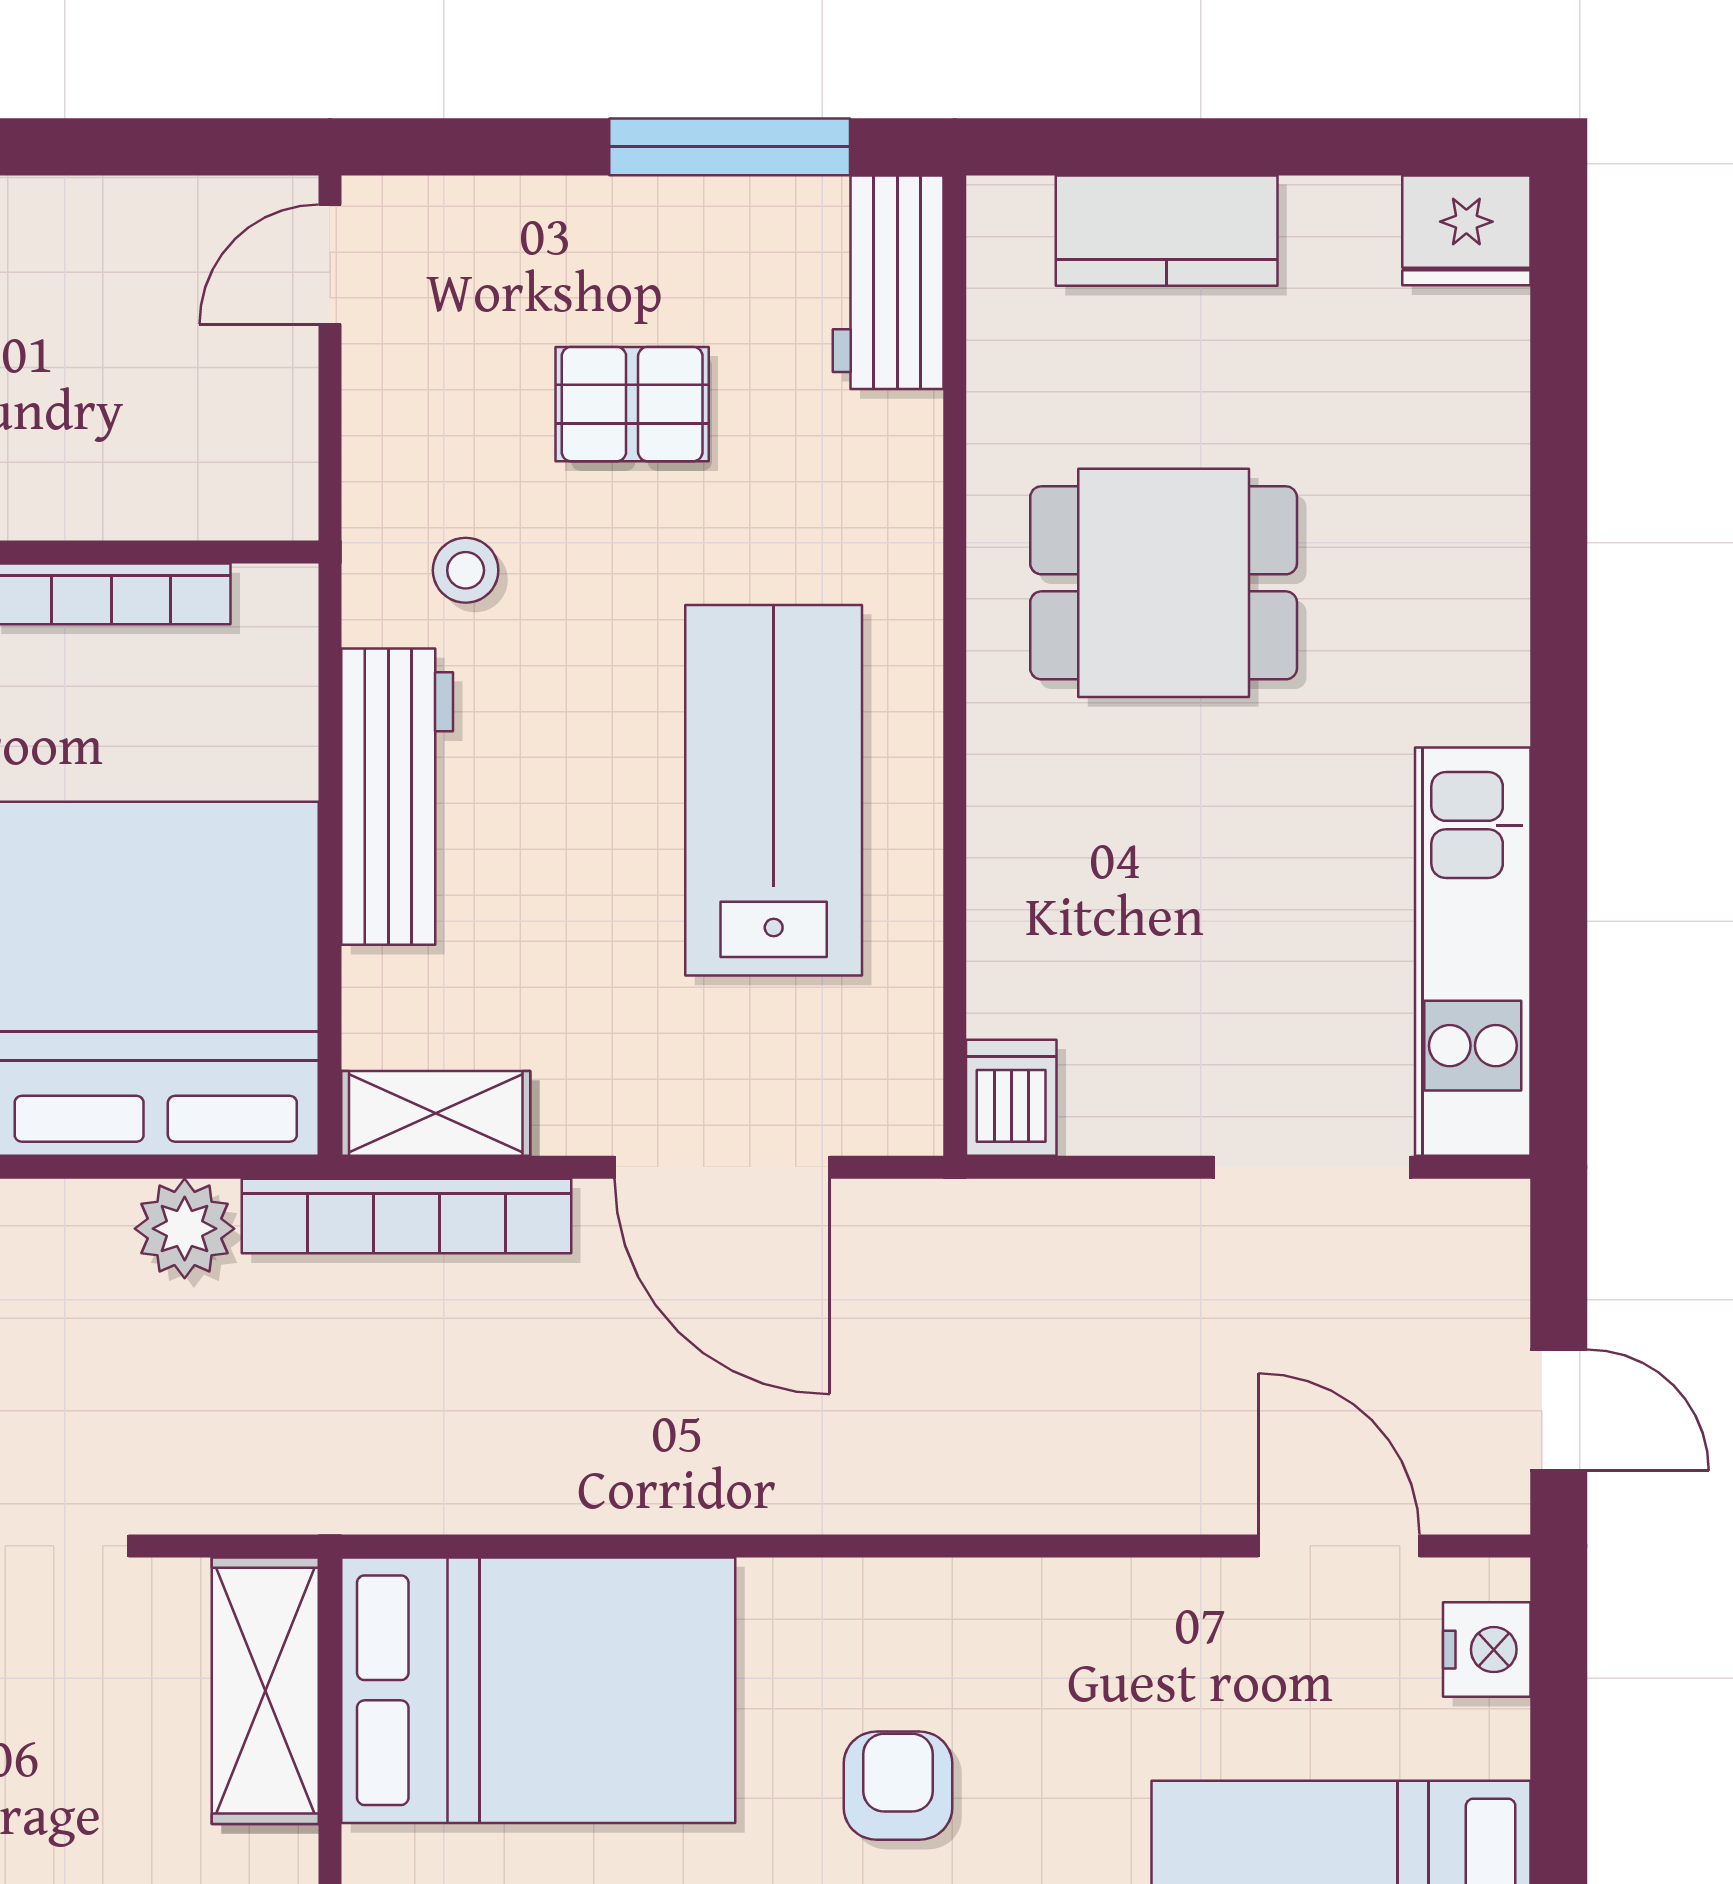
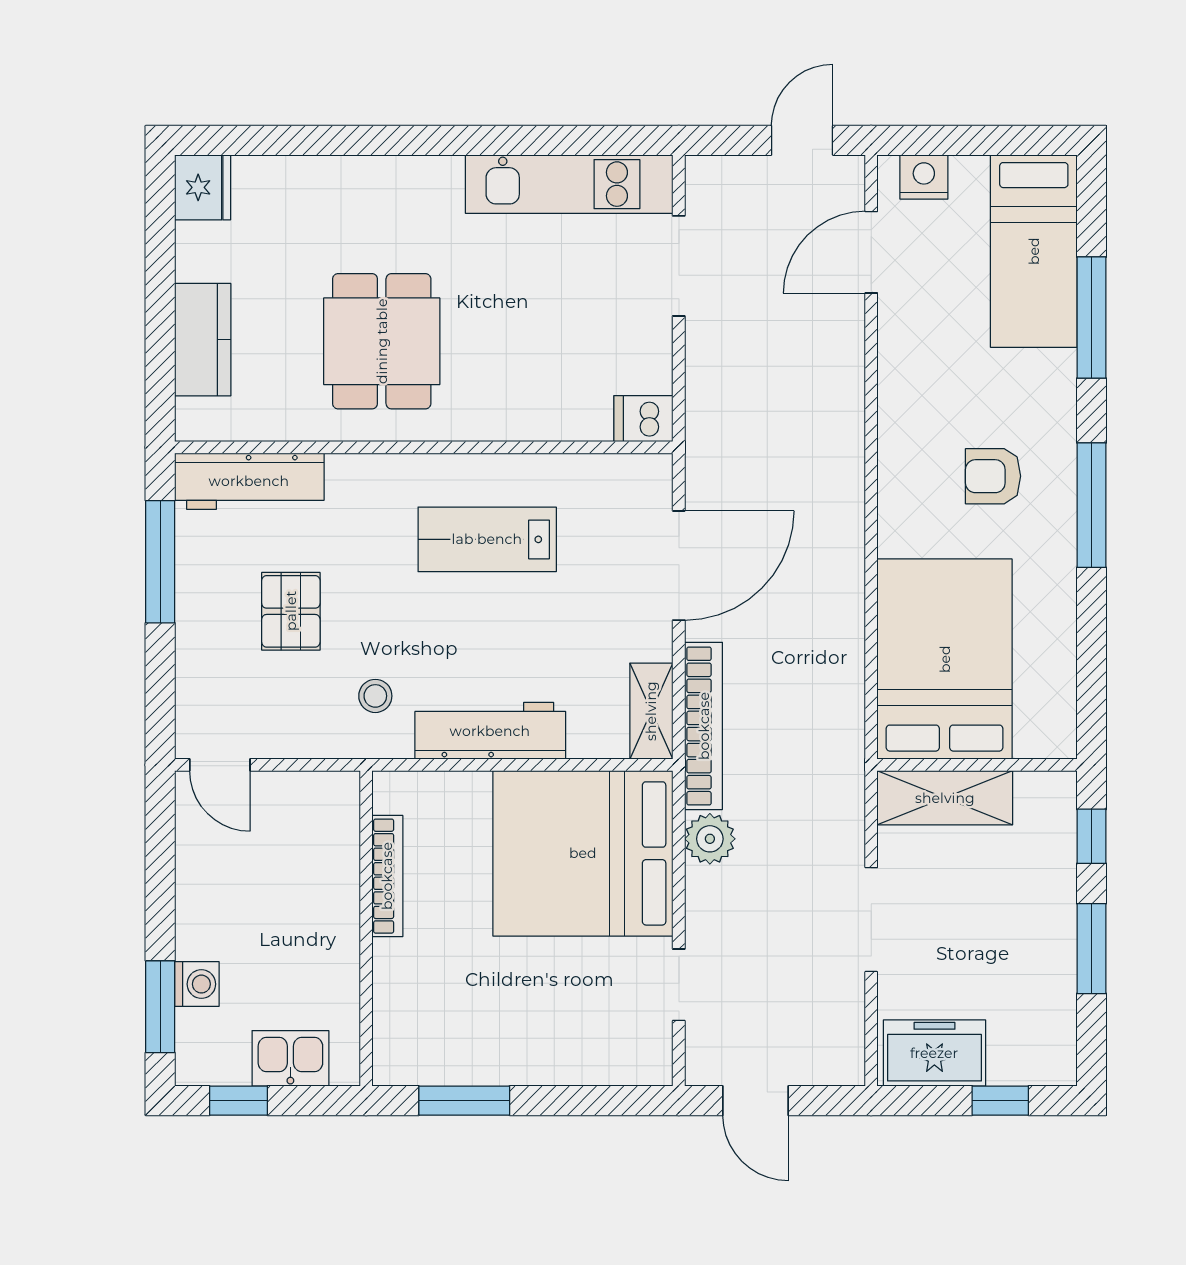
workbench: (888, 282) -> (249, 481), width x1.38
lab bench: (774, 790) -> (487, 539), width x0.73, depth x0.72

